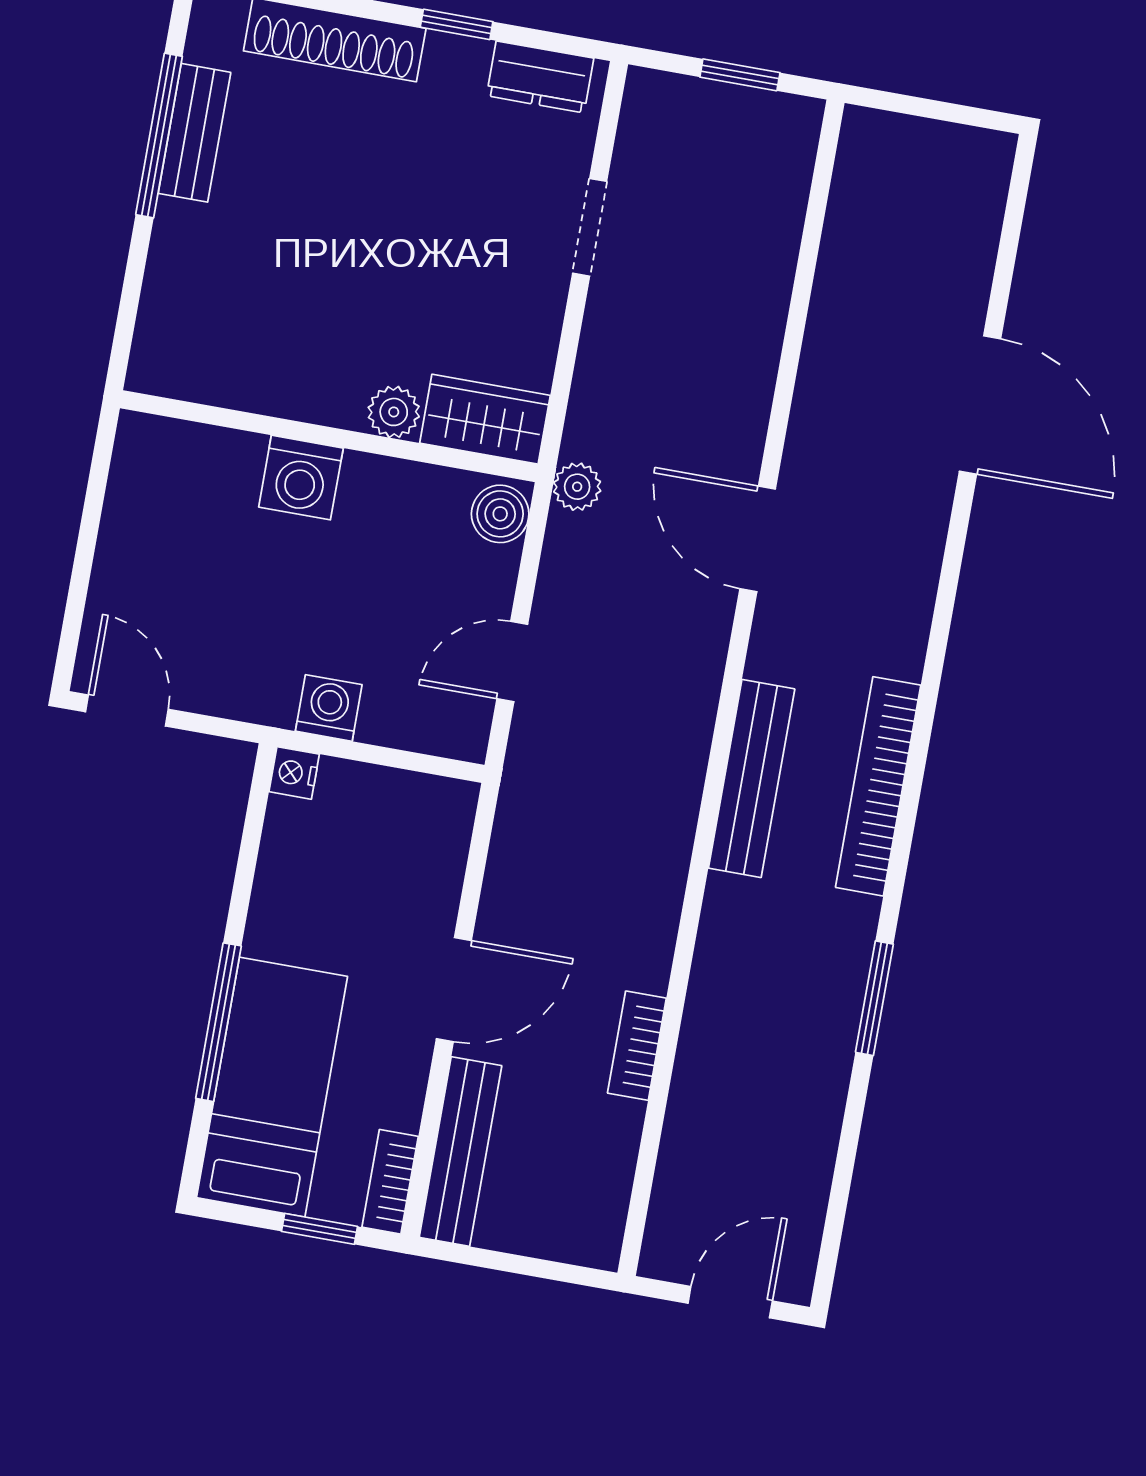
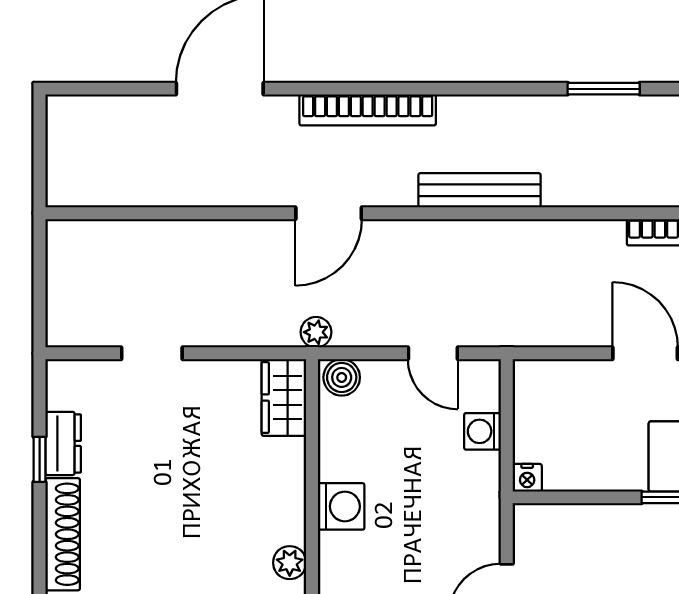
window: (740, 75) -> (40, 276), removed
dresser: (540, 77) -> (63, 443), moved
plant: (394, 412) -> (290, 563), moved
washing machine: (329, 708) -> (483, 431), moved
bookcase: (878, 786) -> (368, 110), moved

